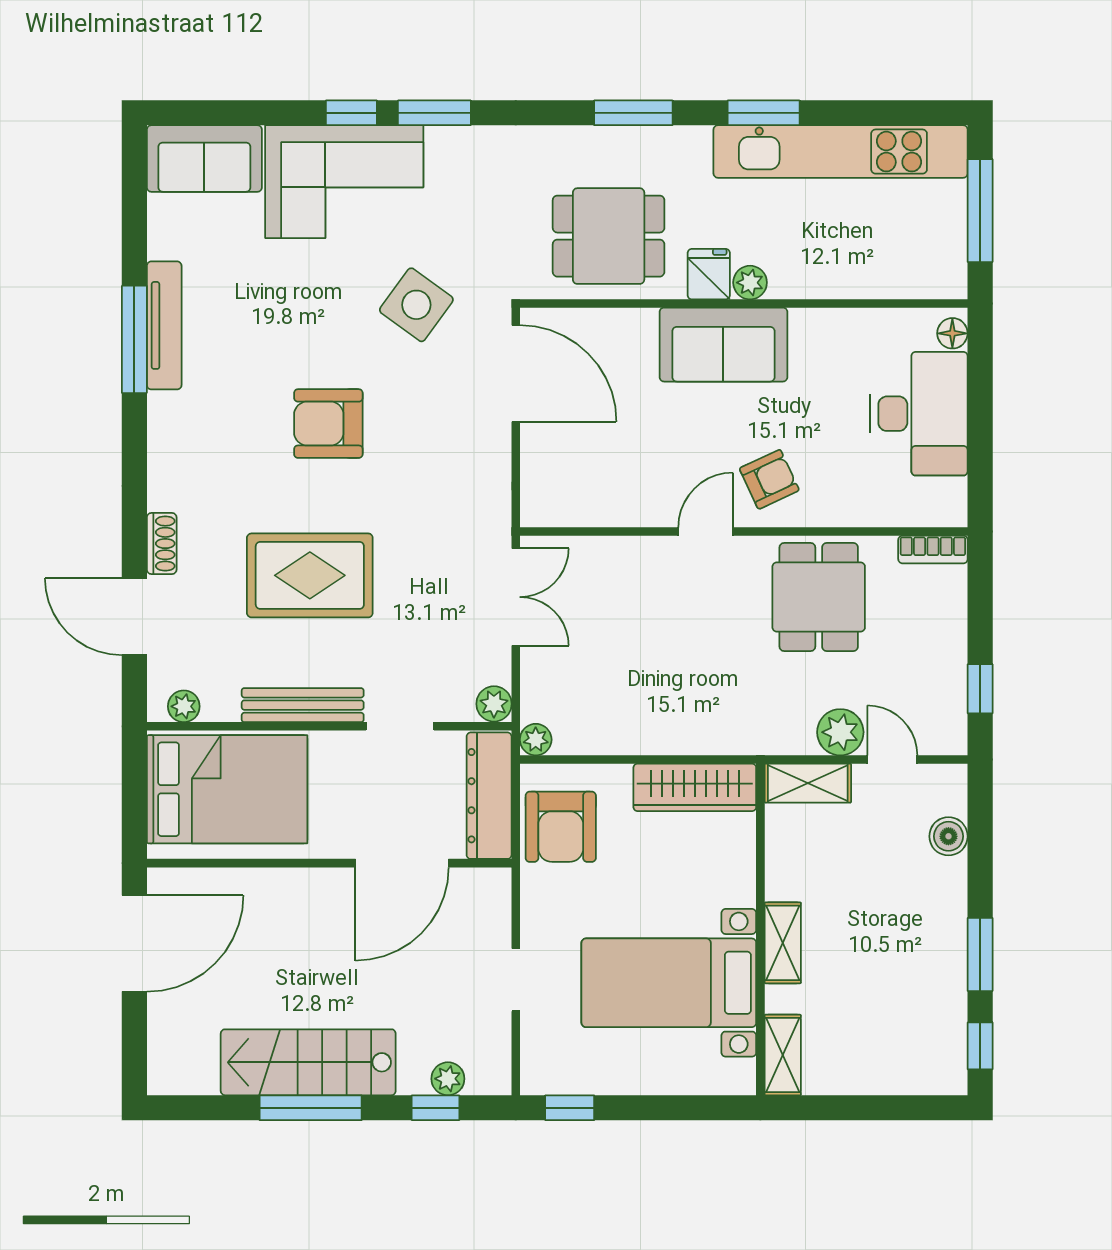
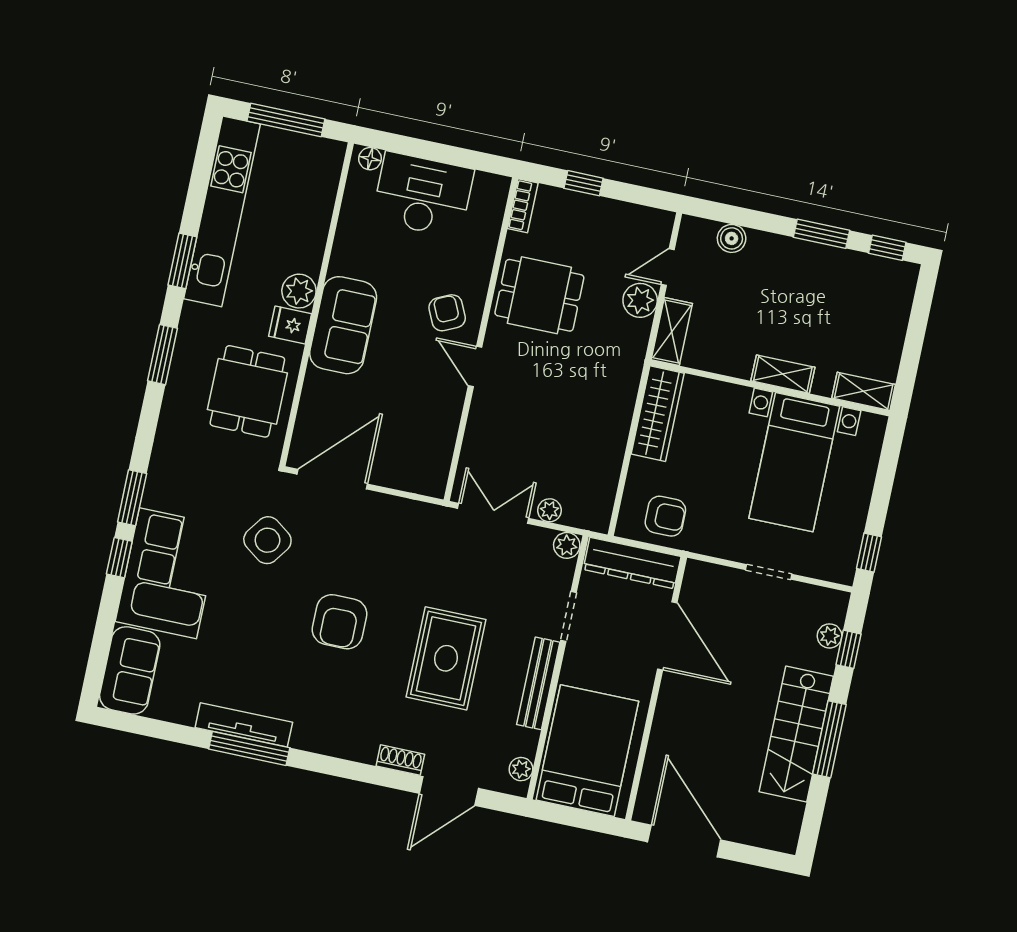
plant: (750, 283) -> (299, 291), width x1.38, depth x1.38
window: (980, 689) -> (584, 183), moved
plant: (536, 740) -> (549, 510), moved
armchair: (561, 827) -> (665, 516), width x0.72, depth x0.72

